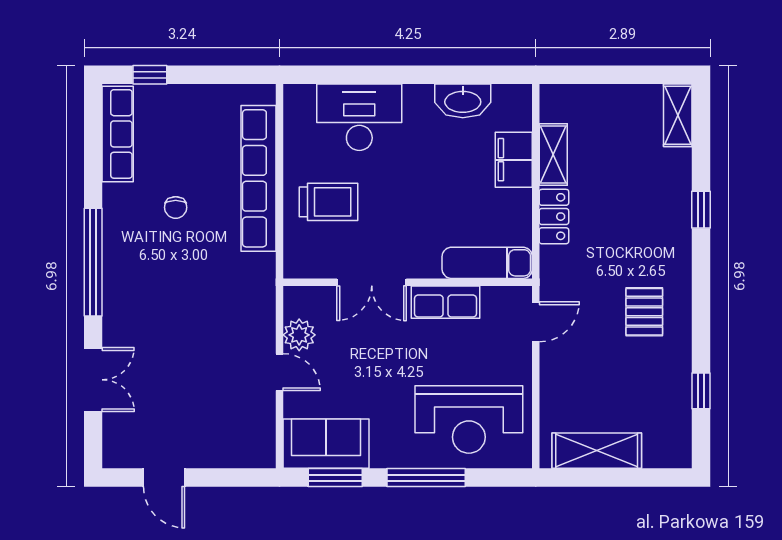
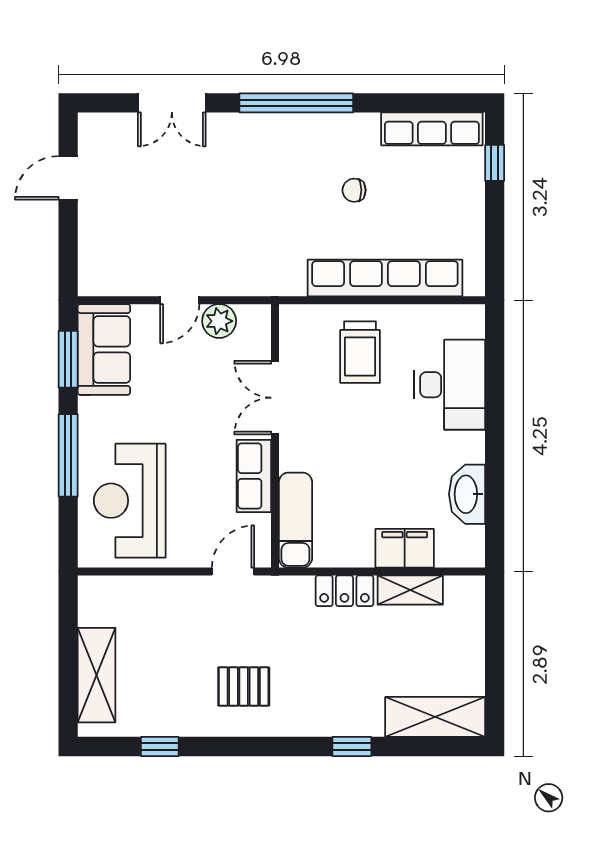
shelving: (678, 115) -> (435, 717), width x1.50, depth x1.33
door: (536, 322) -> (233, 572), swing flipped
shelving: (597, 451) -> (97, 675), moved

